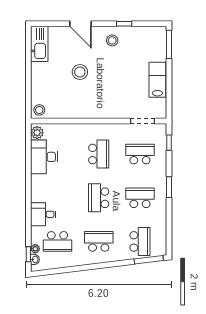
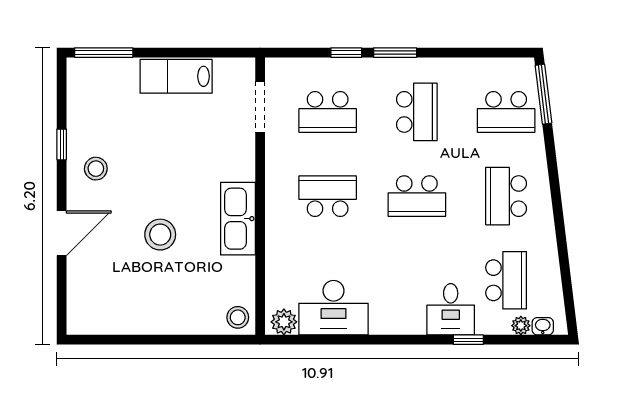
kitchen sink: (39, 44) -> (238, 219), moved, turned -90
window: (169, 143) -> (346, 53), moved
school desk: (140, 154) -> (328, 112), turned -90
school desk: (140, 198) -> (417, 112), turned 180
school desk: (140, 241) -> (506, 112), turned 180
window: (28, 254) -> (468, 340), moved

